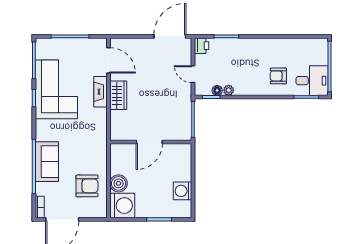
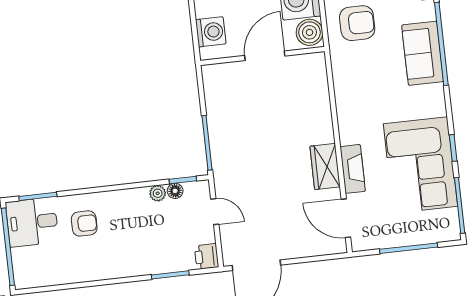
door: (149, 142) -> (265, 56), moved
wall: (151, 142) -> (262, 56), moved
armchair: (87, 186) -> (357, 23), turned 180

